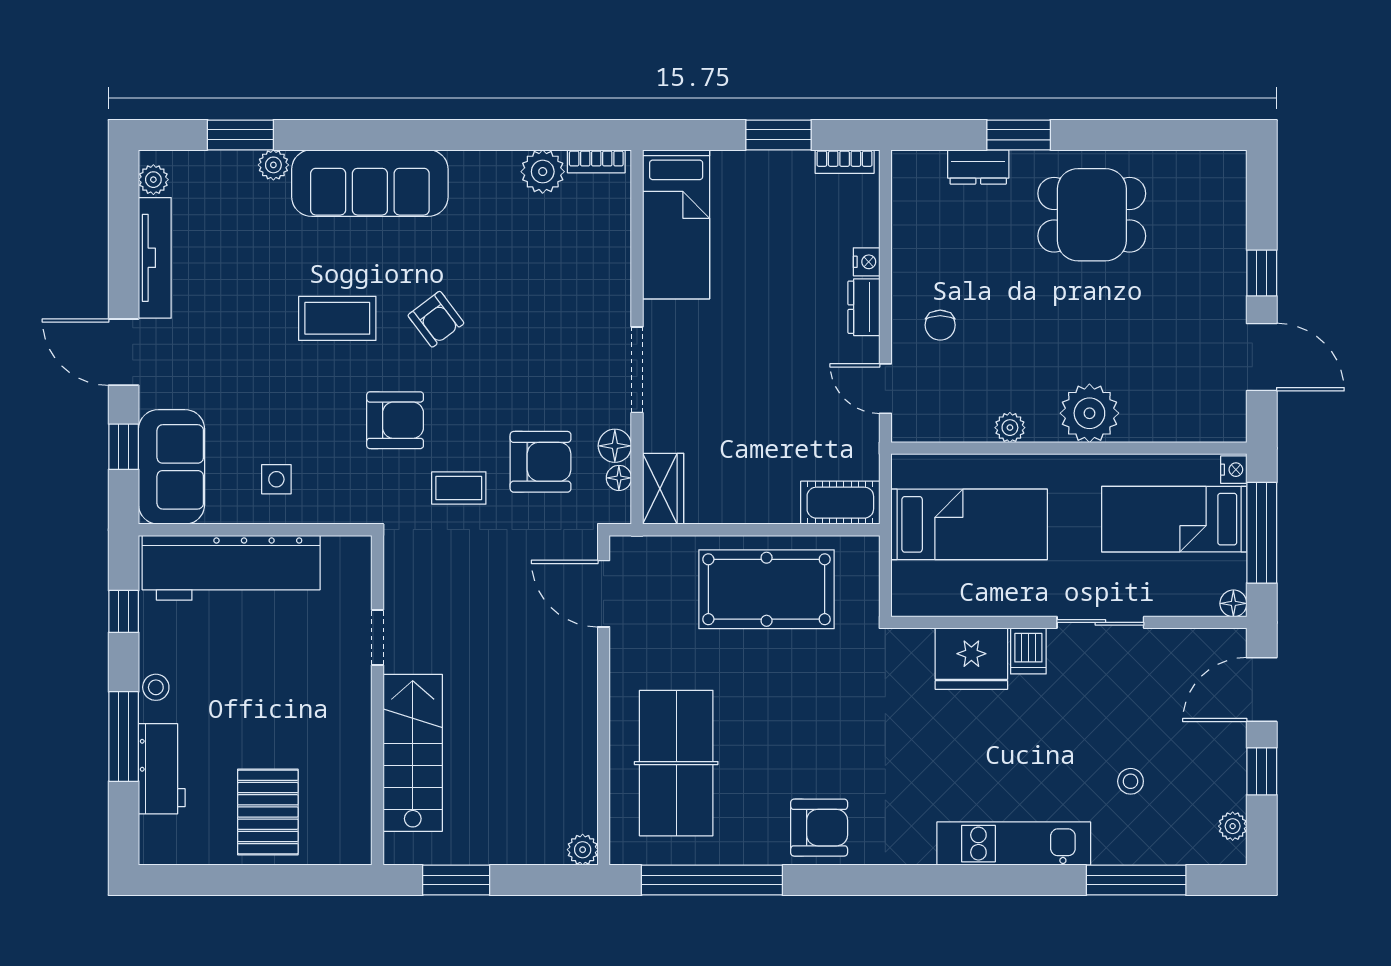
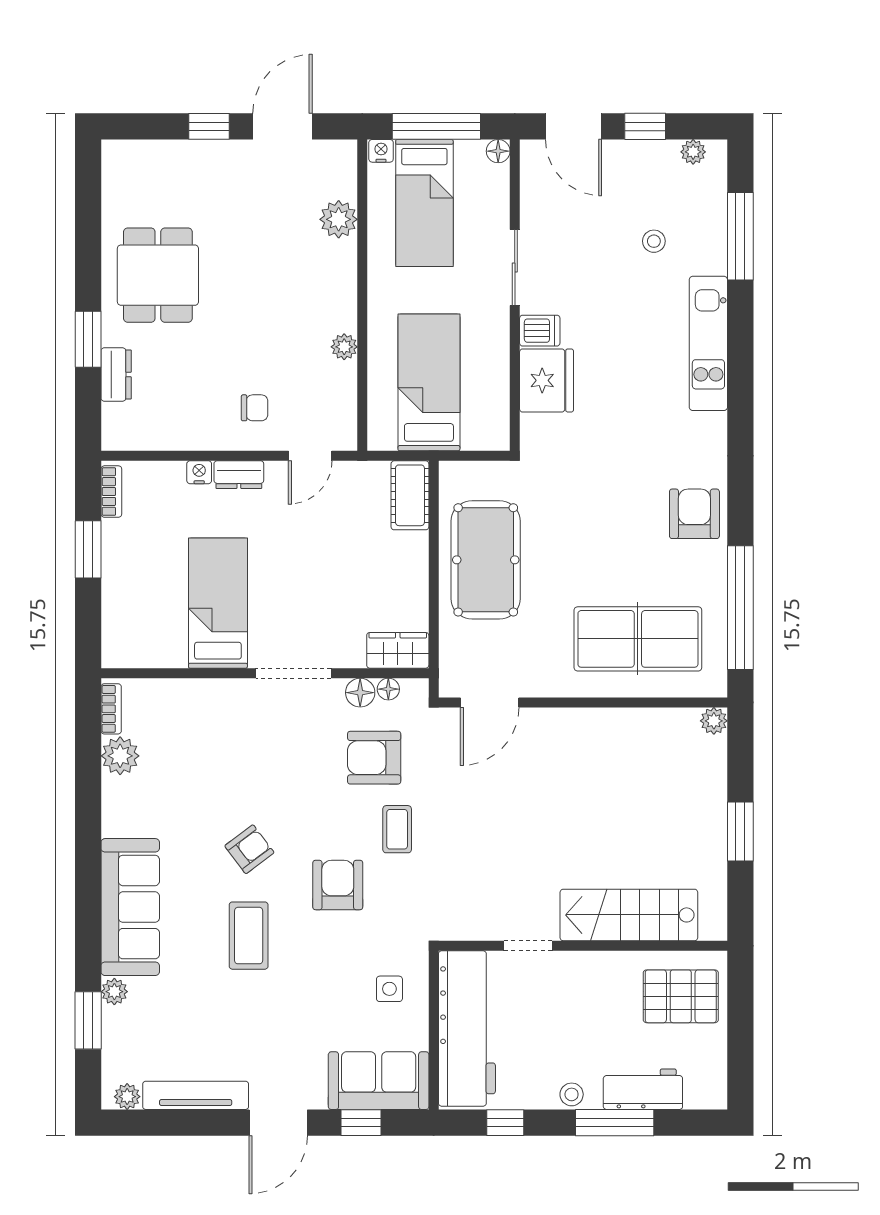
bed: (676, 224) -> (218, 603), moved, turned -90
plant: (1089, 413) -> (339, 219), moved, width x0.73, depth x0.73
armchair: (541, 462) -> (374, 758), turned -90
doorway: (378, 637) -> (528, 946), moved
wall: (378, 700) -> (583, 946), moved
stairs: (413, 753) -> (629, 915), moved

